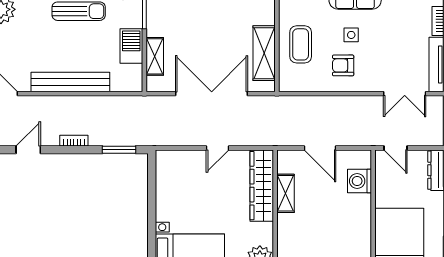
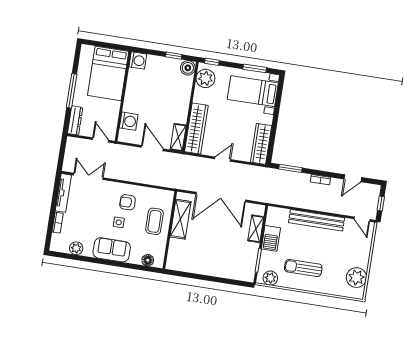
armchair: (343, 65) -> (128, 202), turned 180
wardrobe: (166, 178) -> (261, 144), added
shelving: (286, 193) -> (178, 137), moved

